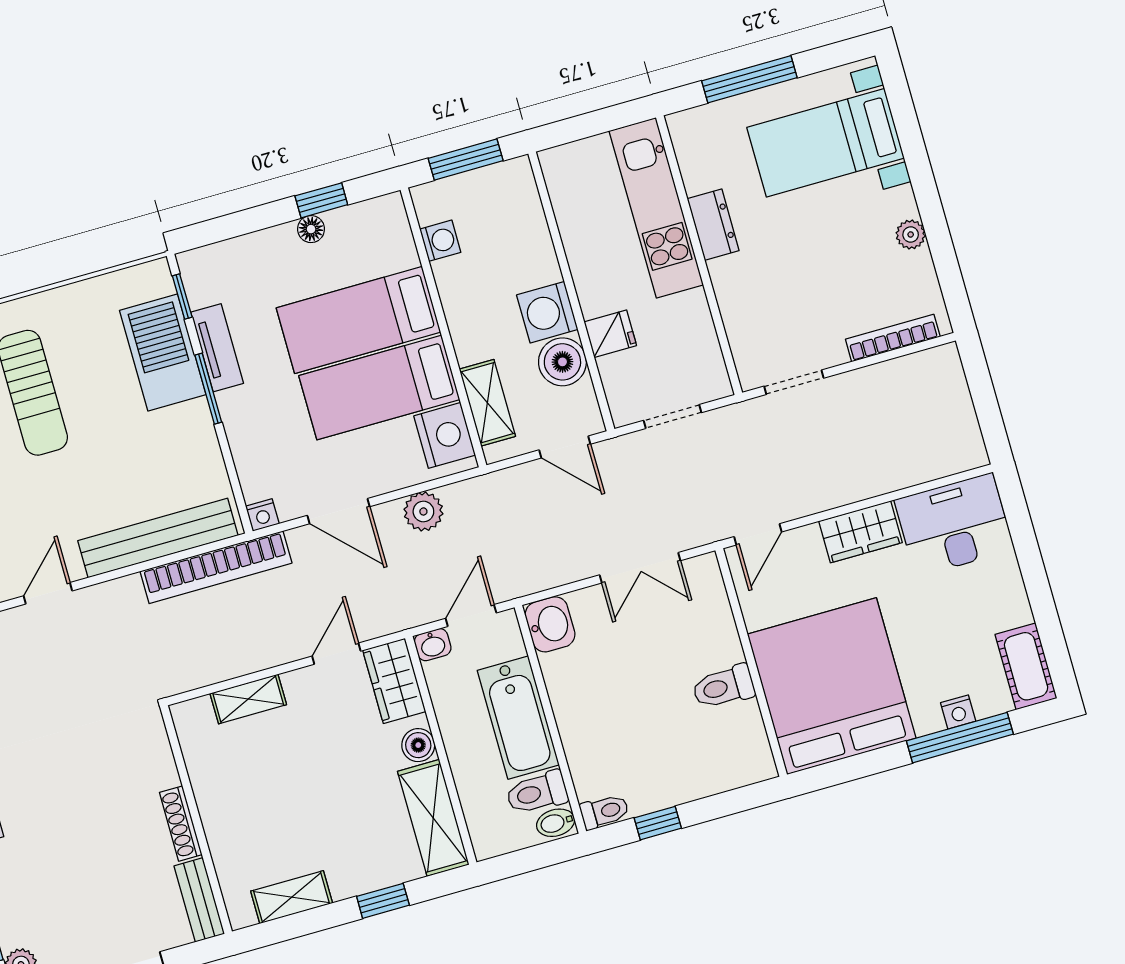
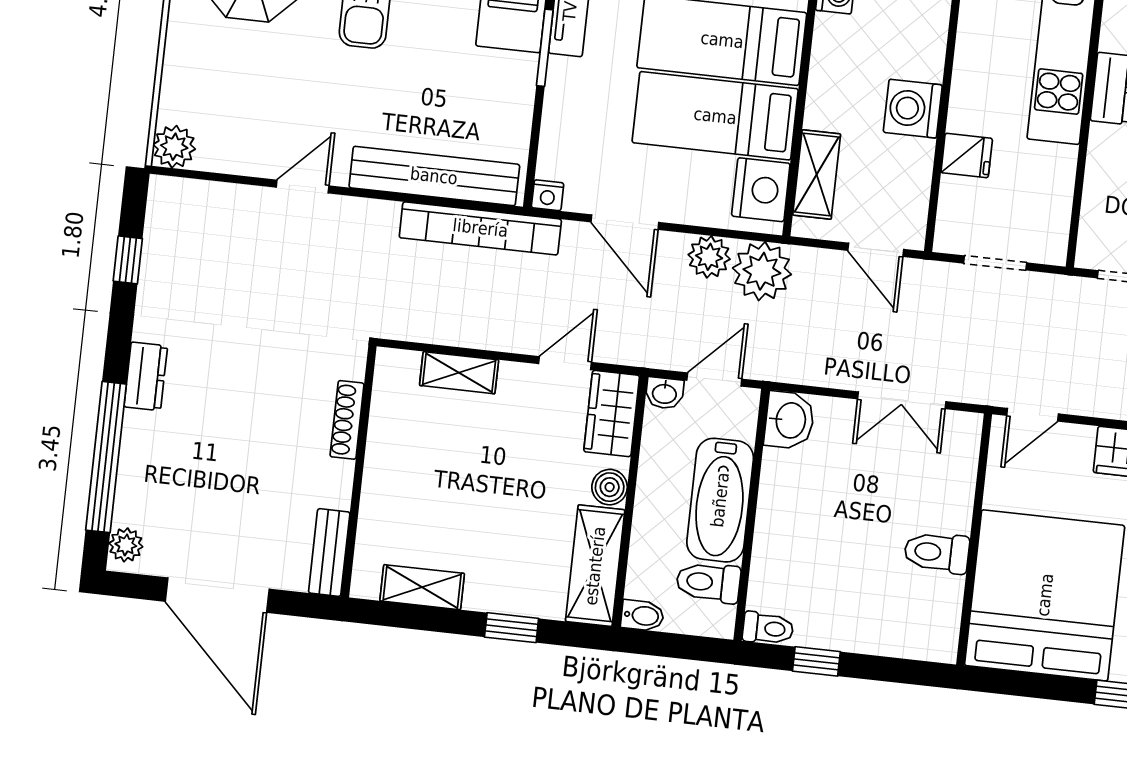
boiler: (562, 362) -> (908, 164), removed
plant: (474, 505) -> (762, 271), added
bidet: (556, 823) -> (642, 616), moved, turned 180
shoe rack: (181, 824) -> (347, 420), moved

